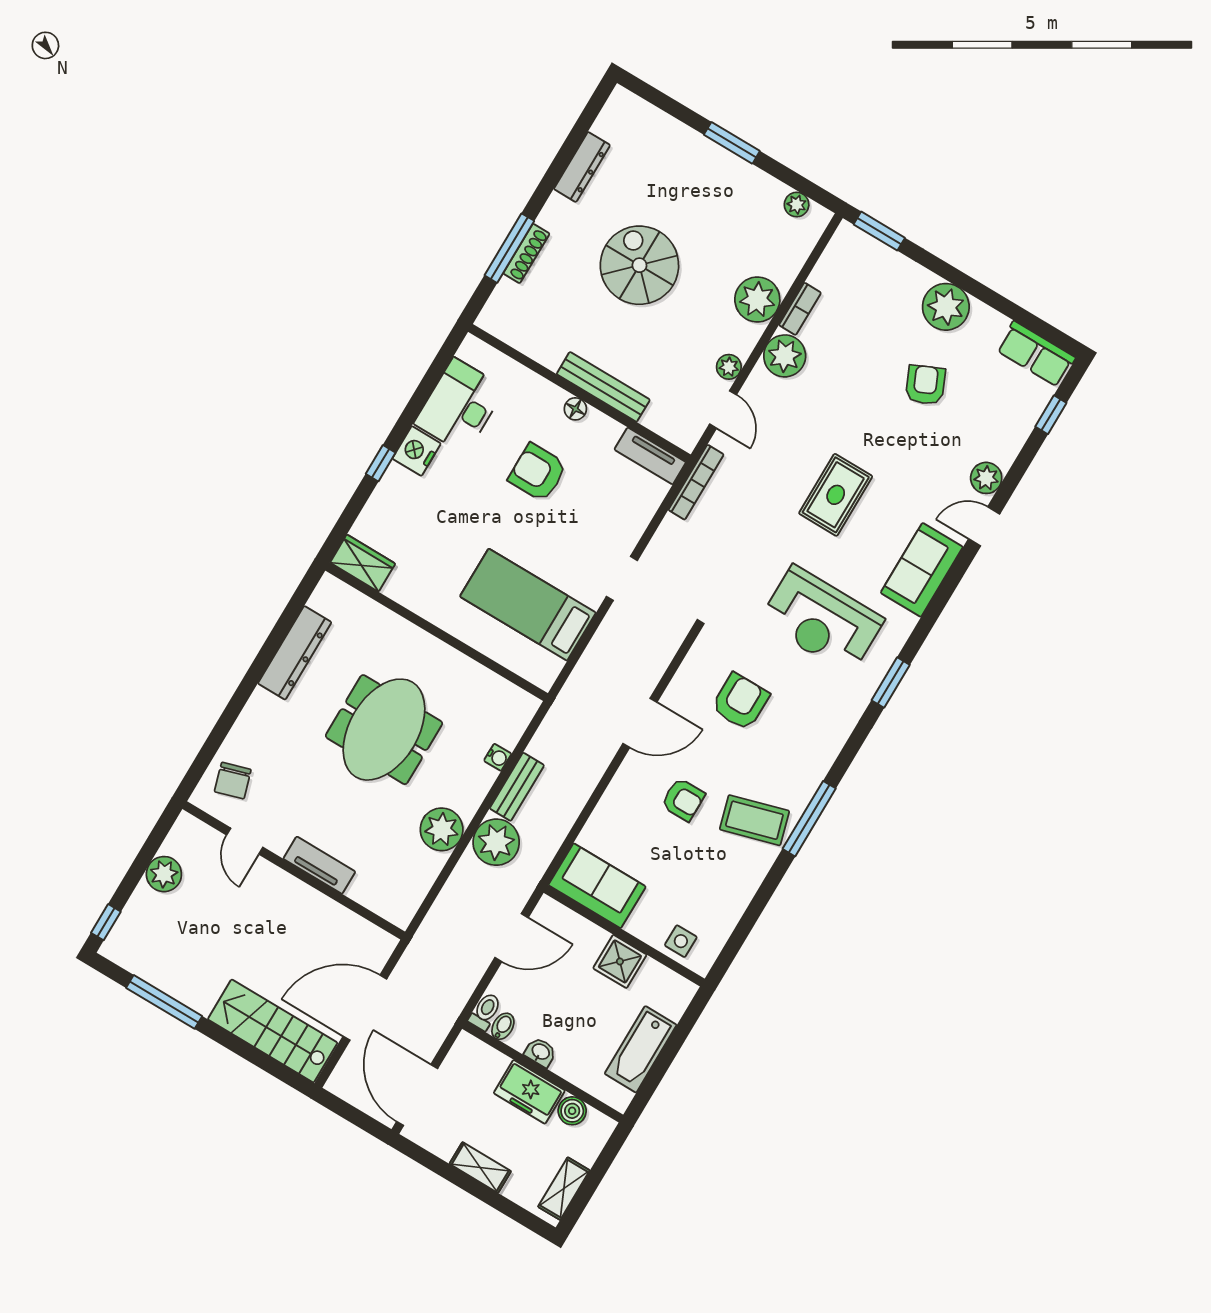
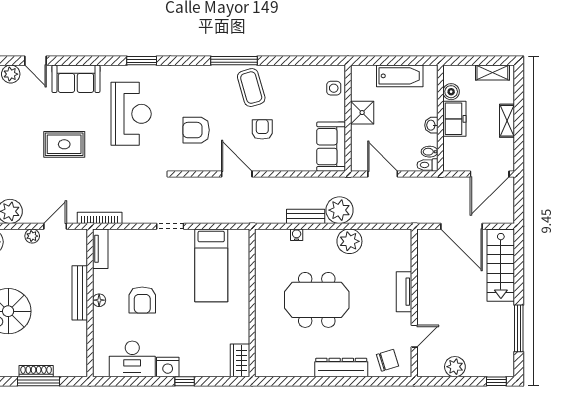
dresser: (295, 653) -> (341, 368), moved

